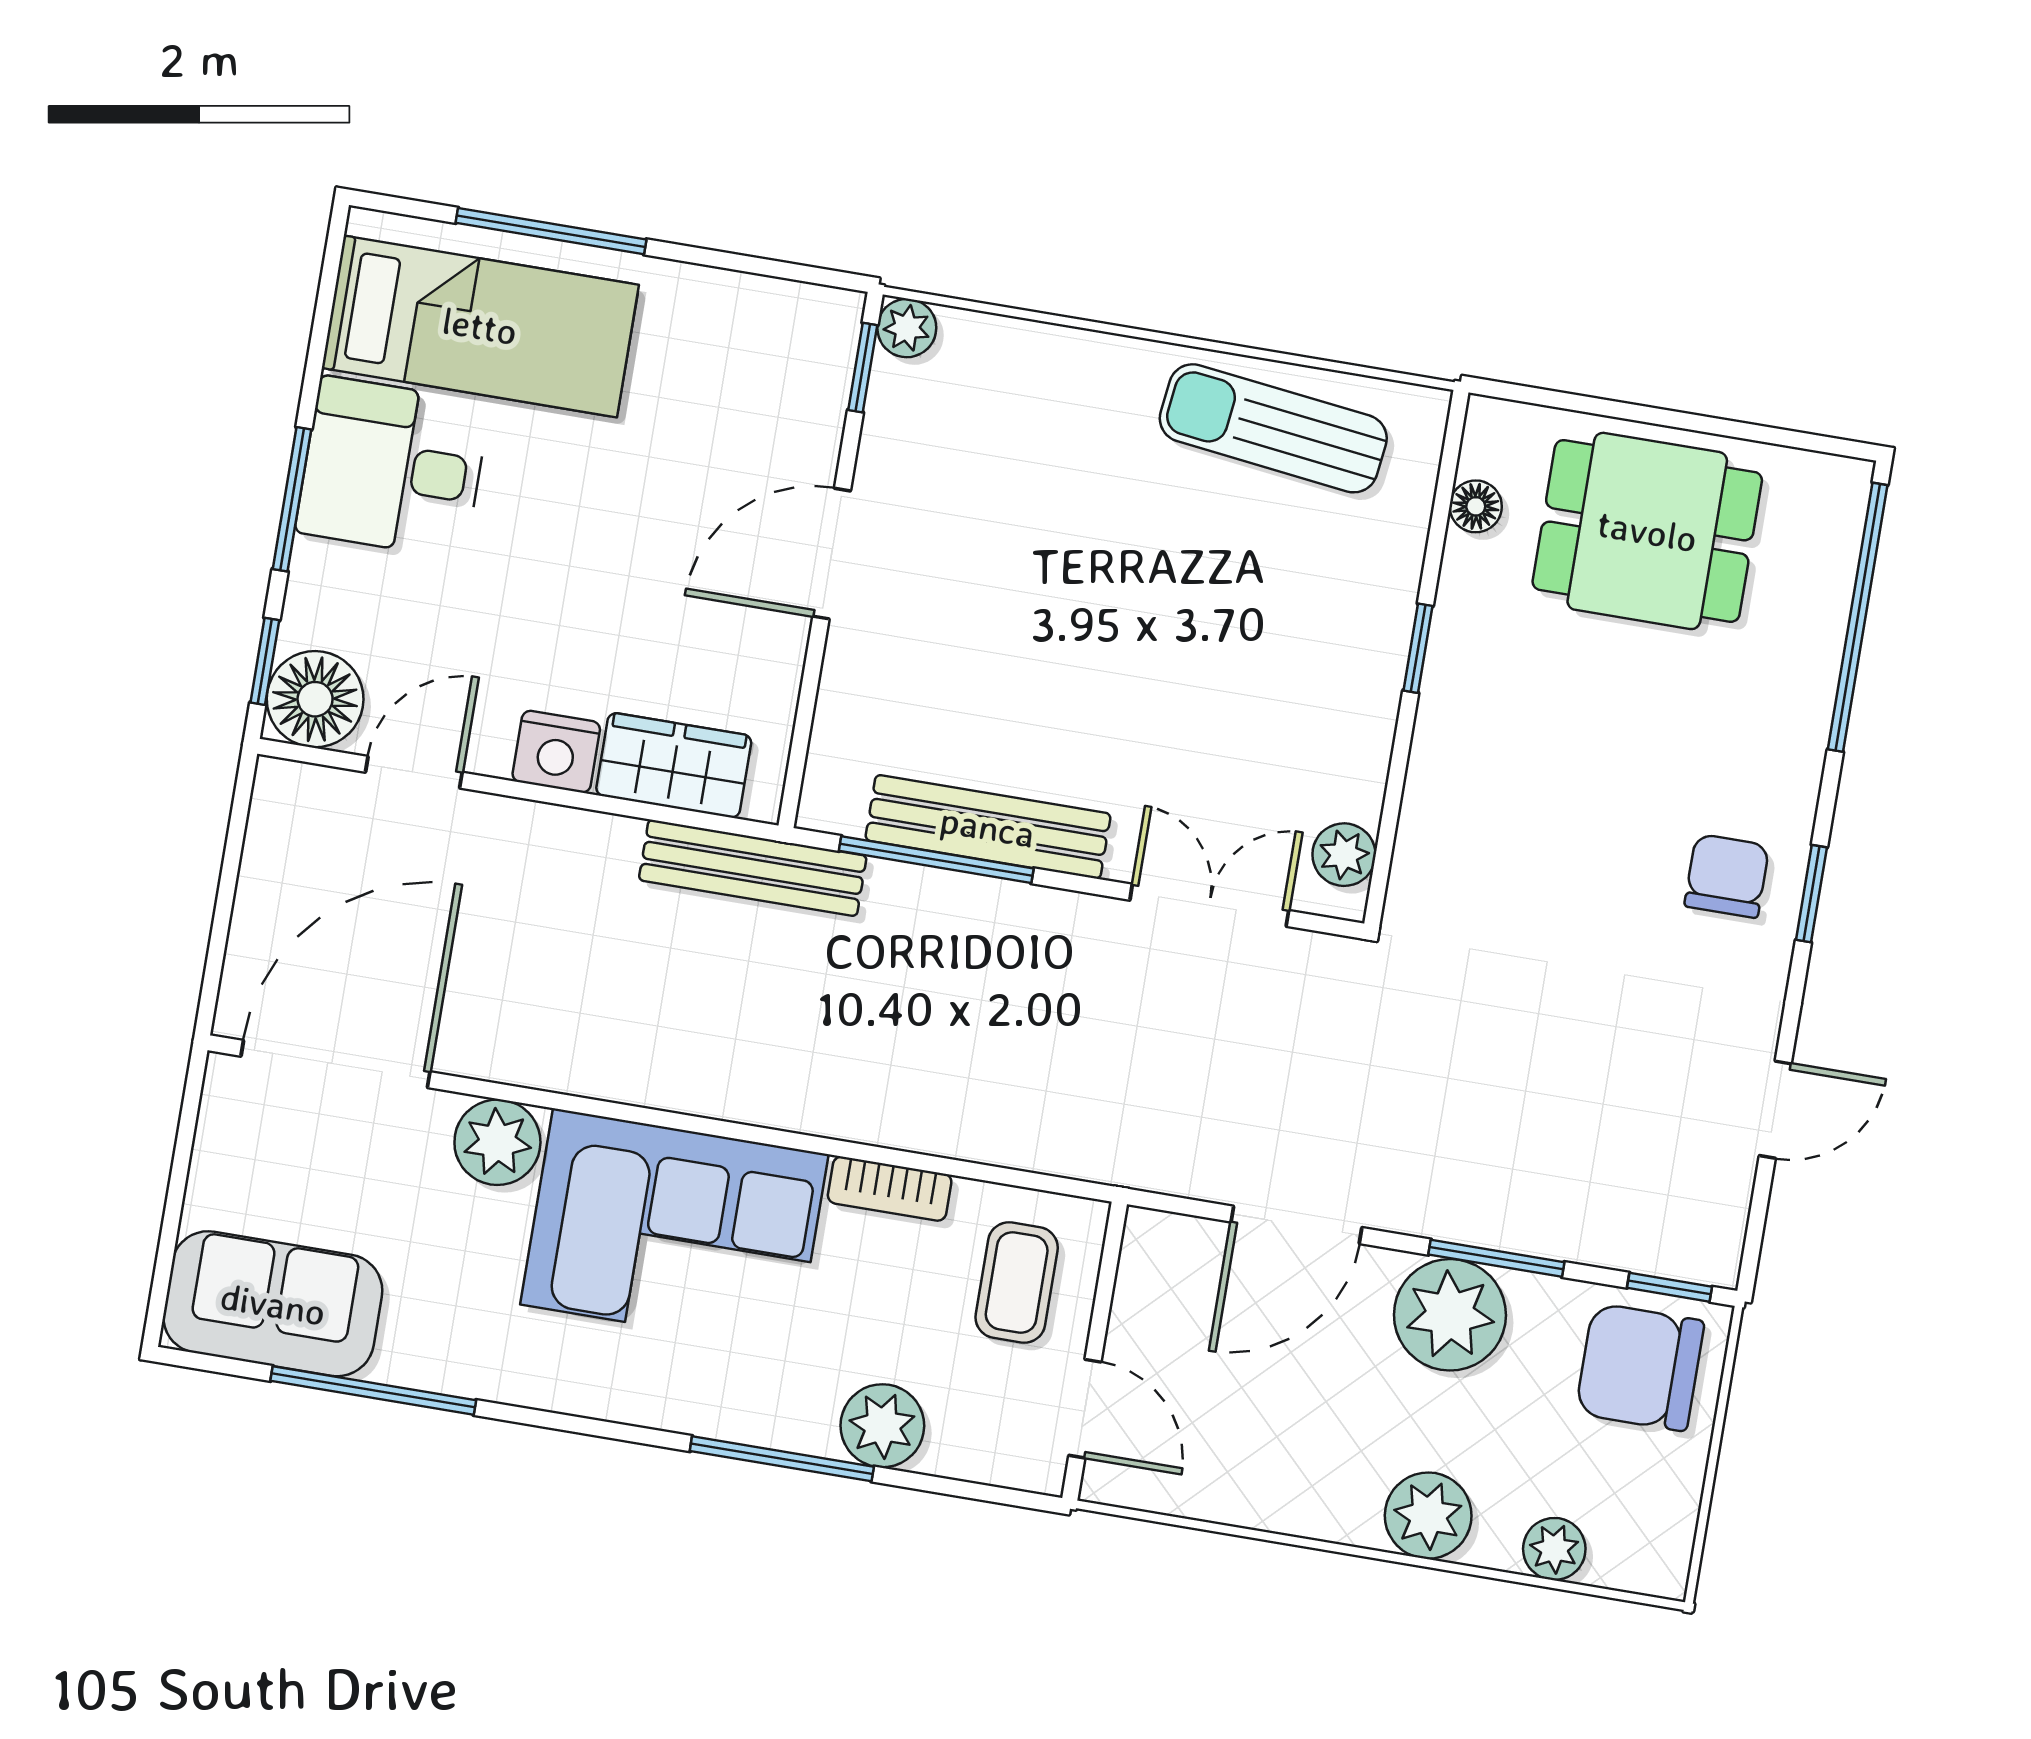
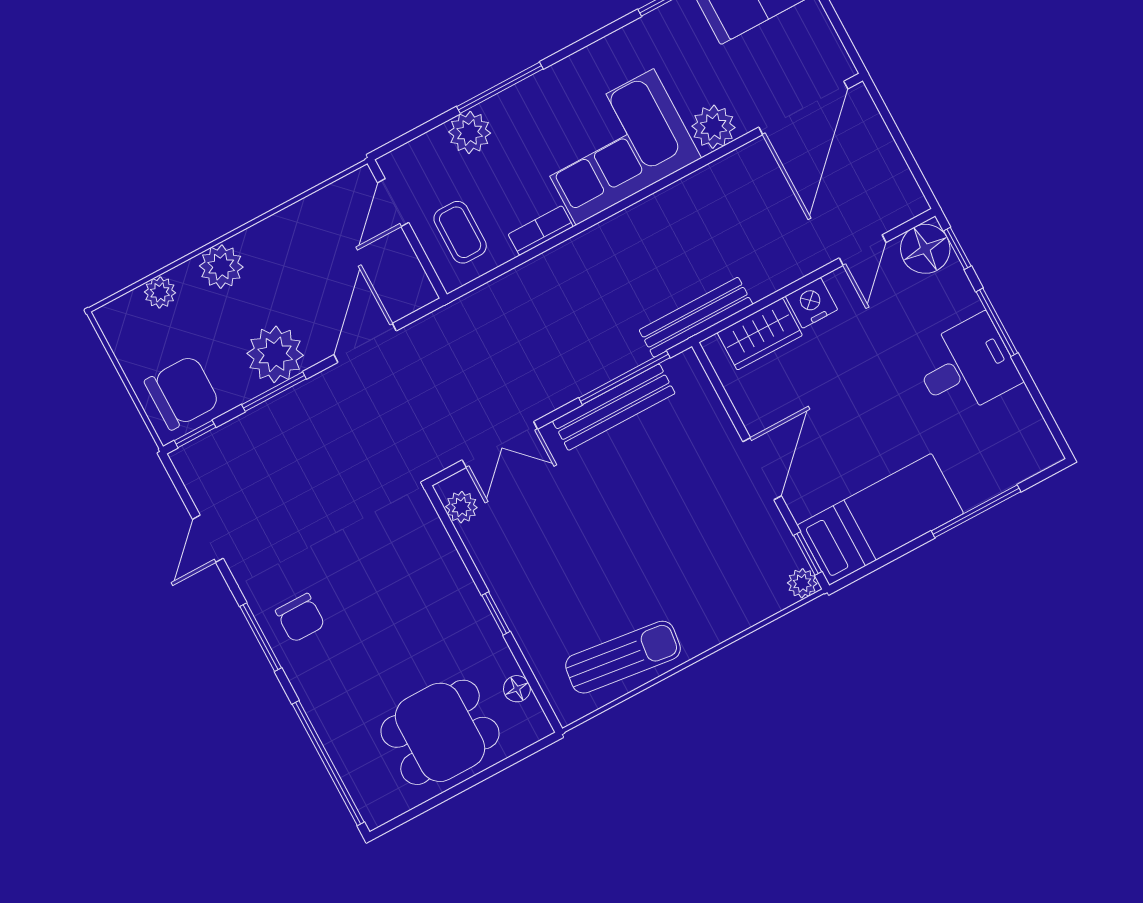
bed: (480, 326) -> (880, 519), moved, turned 180
window: (1811, 894) -> (261, 637), width x1.50
door: (1085, 1409) -> (393, 203), hinge flipped

